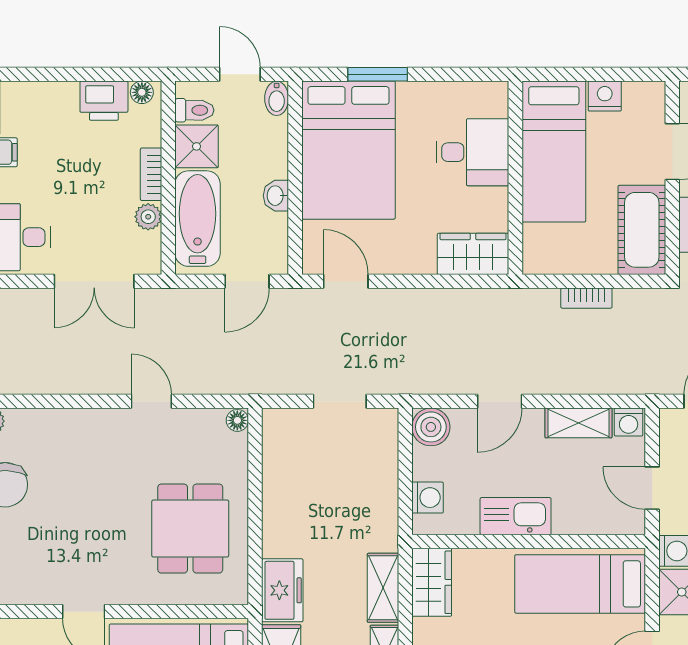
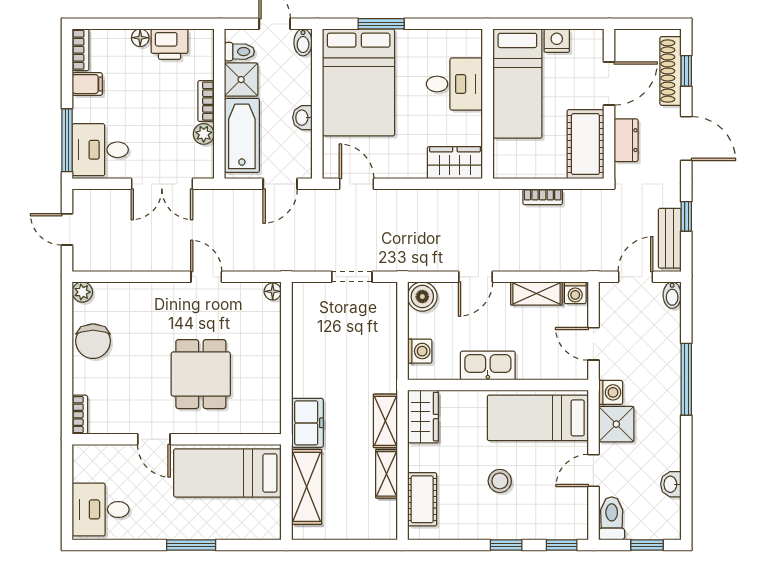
floor lamp: (142, 92) -> (140, 38), moved
dining table: (190, 529) -> (201, 374), moved

